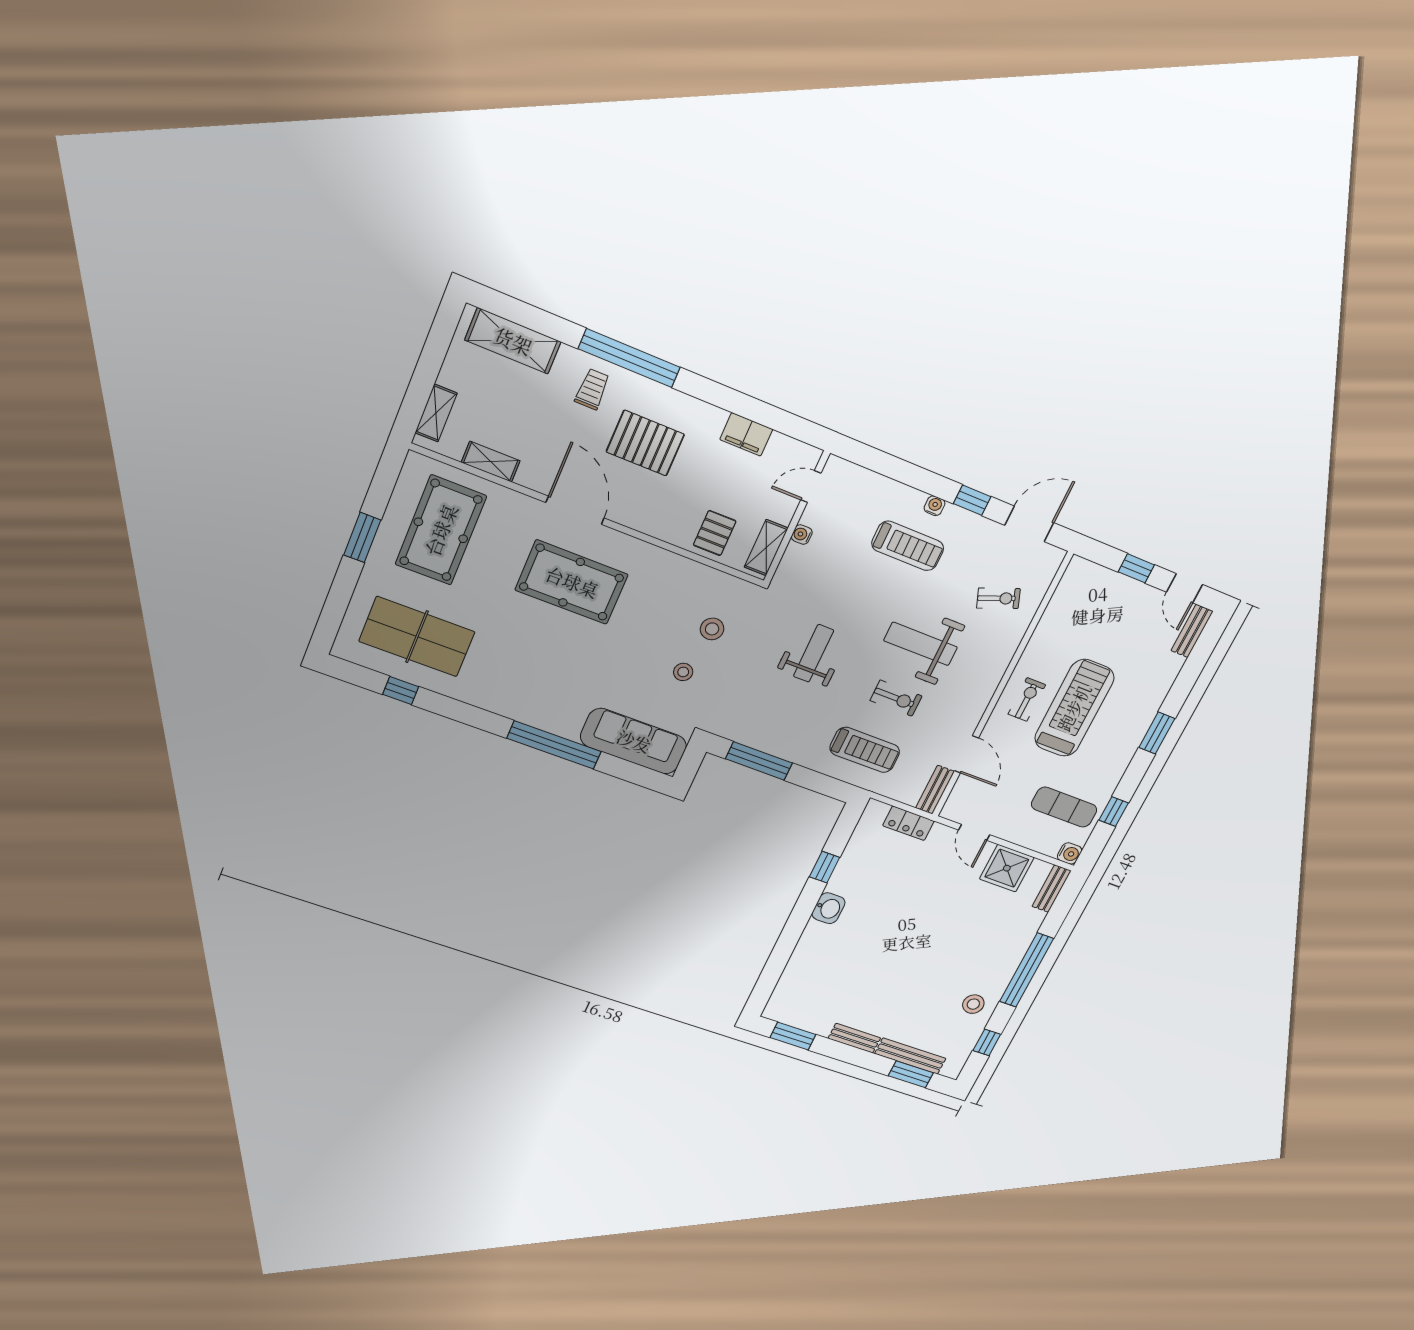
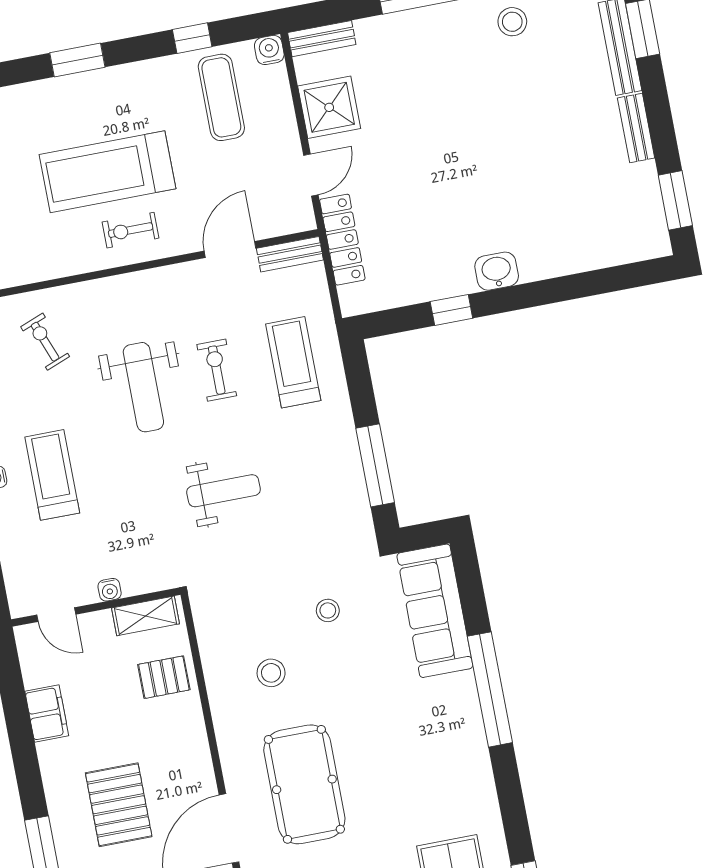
stool: (712, 629) -> (271, 673), moved
weight bench: (814, 653) -> (224, 491), turned 180
locker: (908, 823) -> (342, 240), width x1.53

